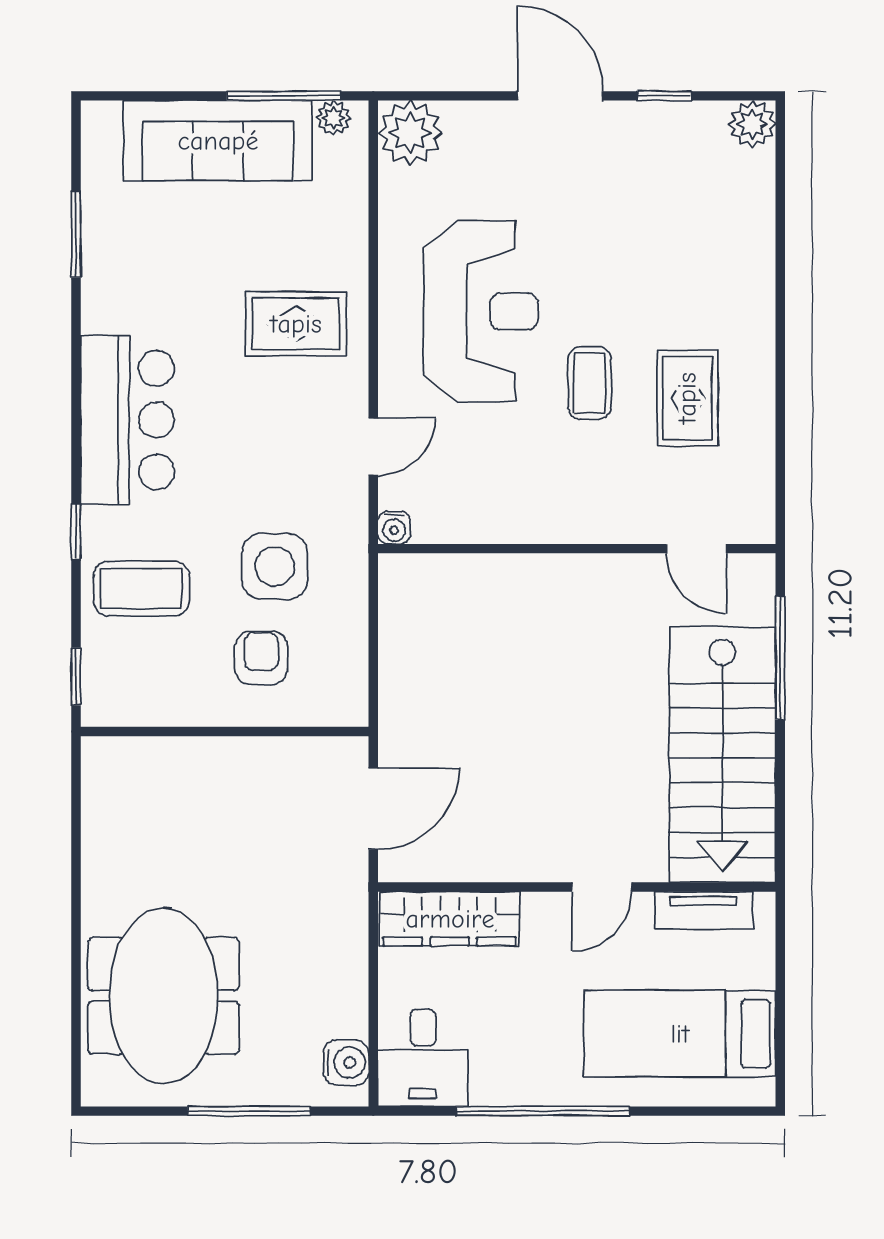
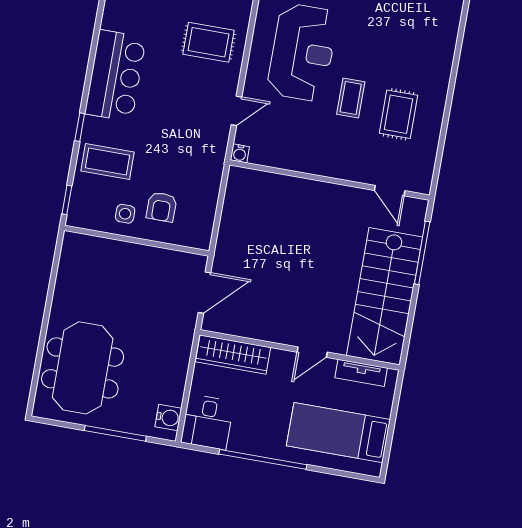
side table: (275, 566) -> (125, 214), moved, width x0.54, depth x0.54
armchair: (261, 658) -> (162, 207), turned 180

